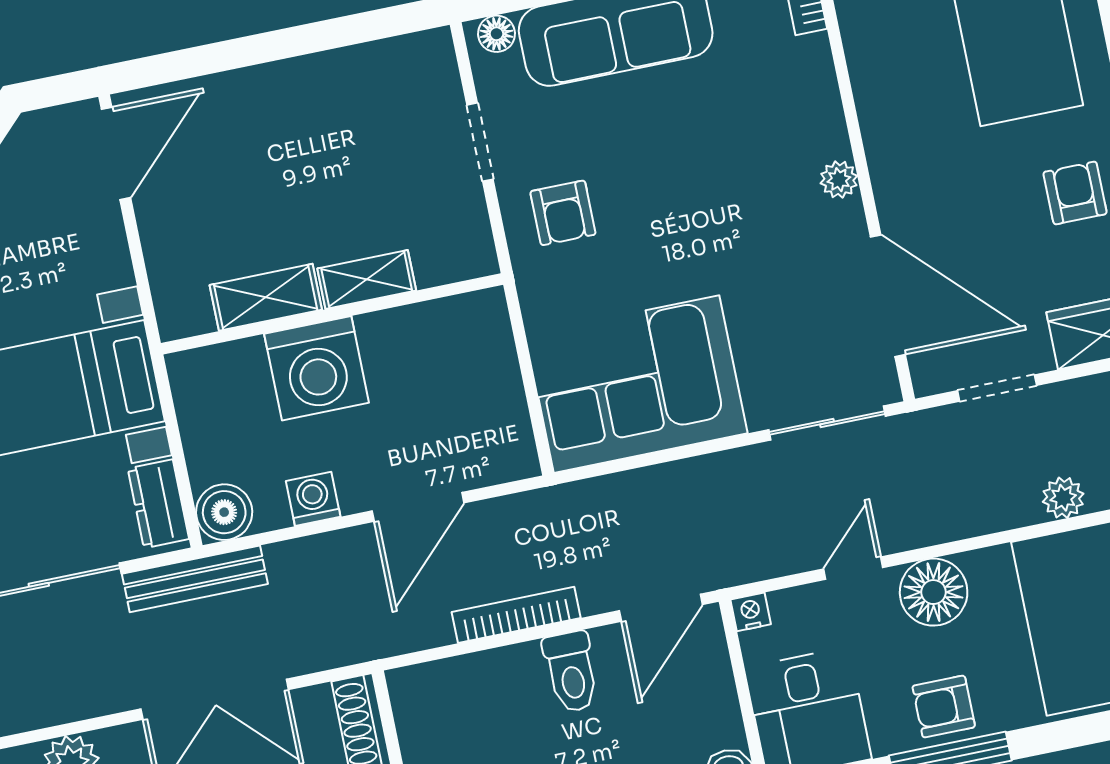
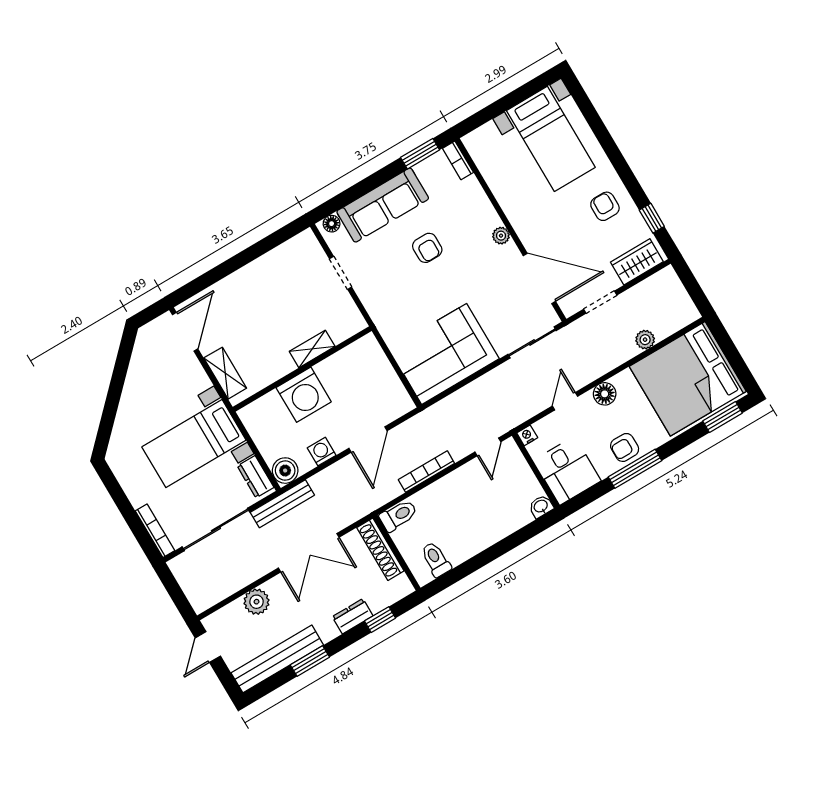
armchair: (563, 213) -> (427, 248), moved
shelving: (266, 297) -> (225, 373), moved, turned 90
floor lamp: (934, 592) -> (605, 394), width x0.73, depth x0.73
door: (661, 608) -> (488, 447), width x0.73
toilet: (571, 672) -> (398, 515), moved, turned -90

